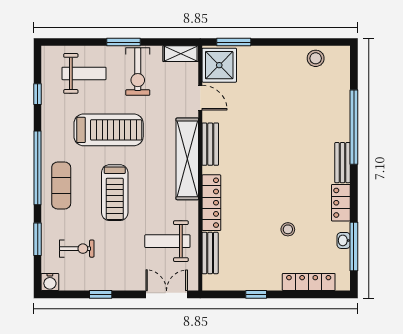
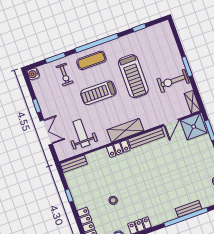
weight bench: (84, 73) -> (161, 50), removed
bench: (210, 144) -> (146, 138), width x1.36
shelving: (187, 159) -> (125, 130), width x0.68
bench: (343, 163) -> (188, 209), moved
locker: (211, 203) -> (118, 149), width x0.66
exercise bike: (77, 249) -> (65, 74), moved
bench: (210, 253) -> (74, 164), moved
double door: (167, 294) -> (46, 132), moved

